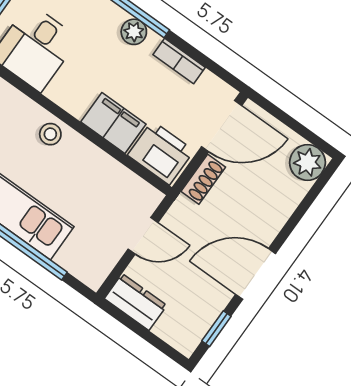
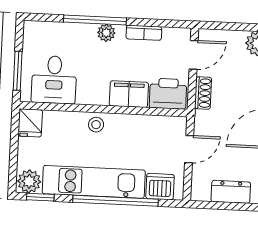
door: (222, 126) -> (194, 55), width x0.73
dishwasher: (79, 258) -> (160, 187), added
dresser: (136, 302) -> (231, 192), moved

